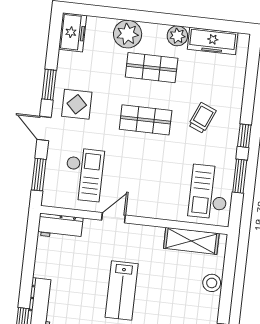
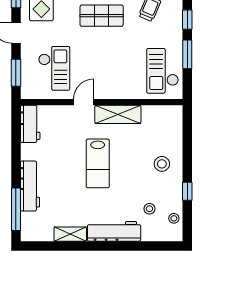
workbench: (60, 226) -> (30, 124), moved, turned -90
shelving: (191, 241) -> (118, 114), moved
stool: (212, 283) -> (162, 164), moved

